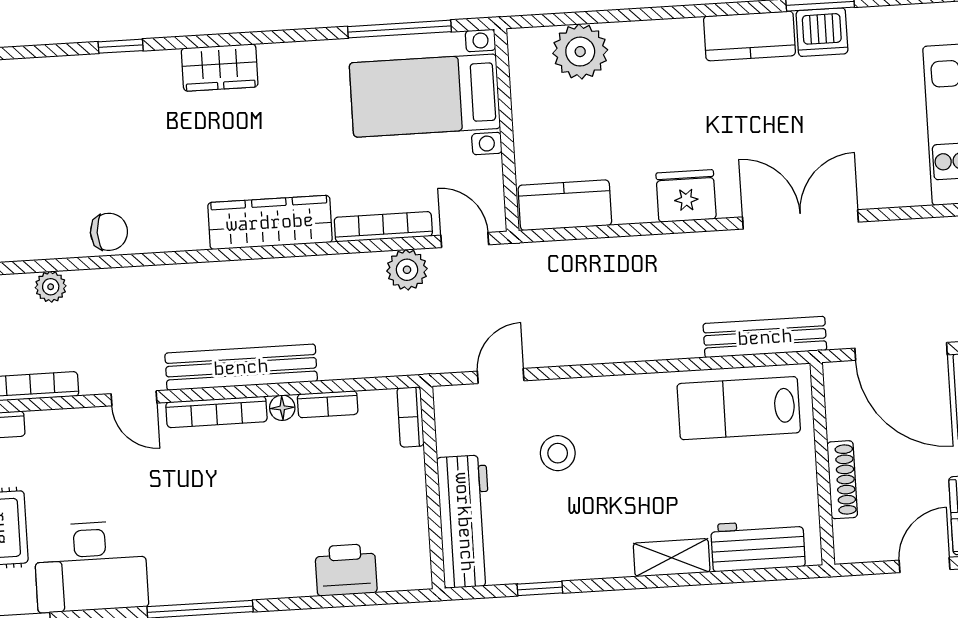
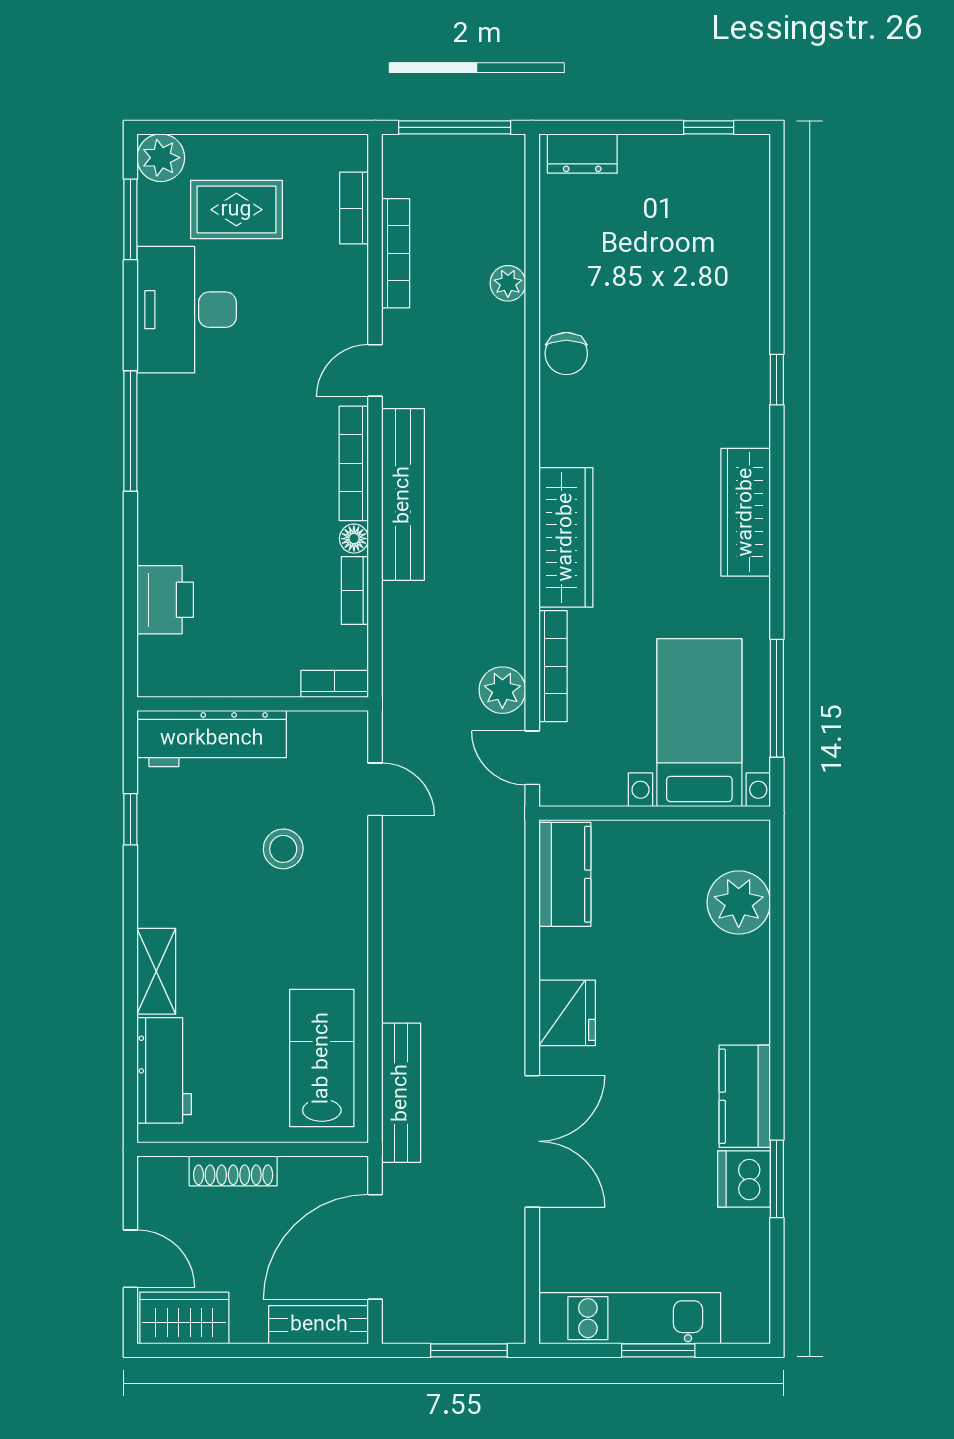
wardrobe: (220, 68) -> (746, 512), width x1.50
door: (465, 240) -> (532, 758), swing flipped

